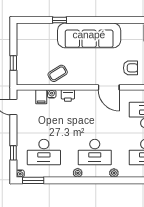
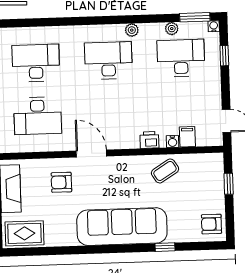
armchair: (26, 35) -> (211, 224), added
plant: (114, 173) -> (172, 29), moved

